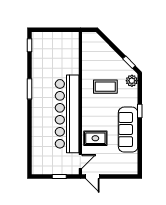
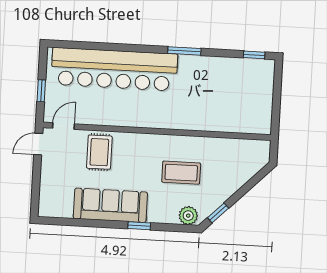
coffee table: (105, 87) -> (181, 173), turned 90
bar counter: (67, 114) -> (114, 69), moved, turned 180
door: (80, 161) -> (63, 126), swing flipped

